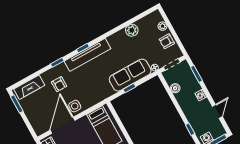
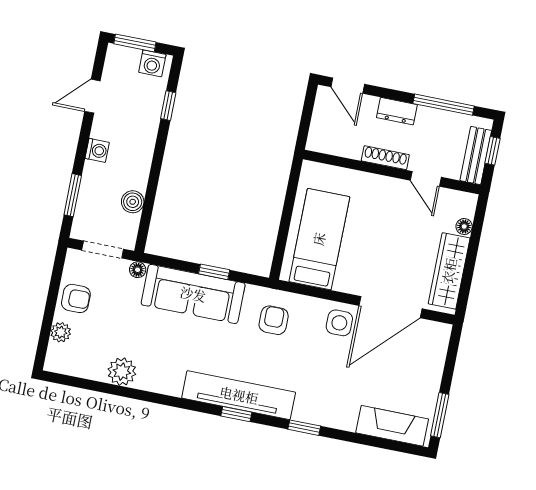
armchair: (59, 84) -> (274, 320), moved

